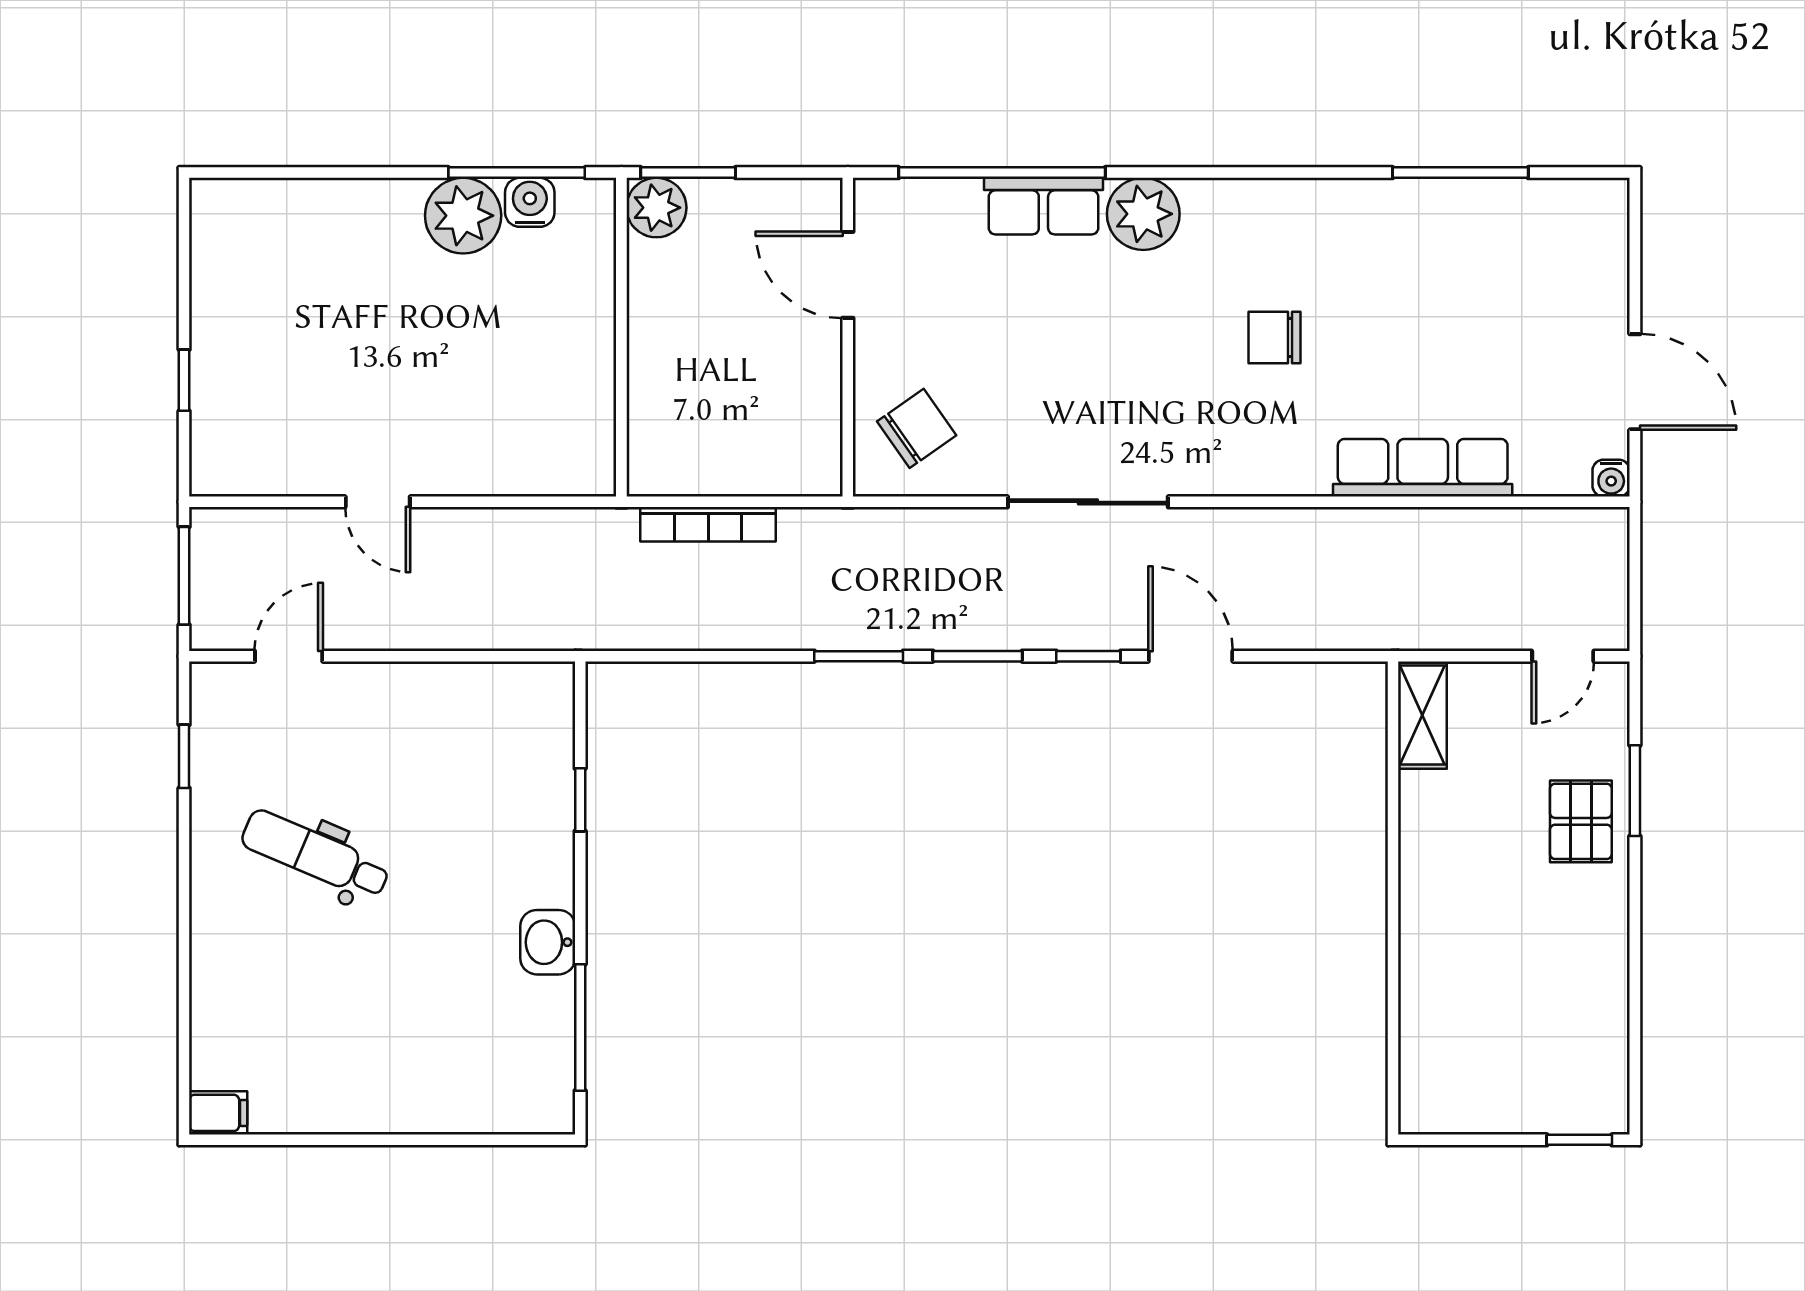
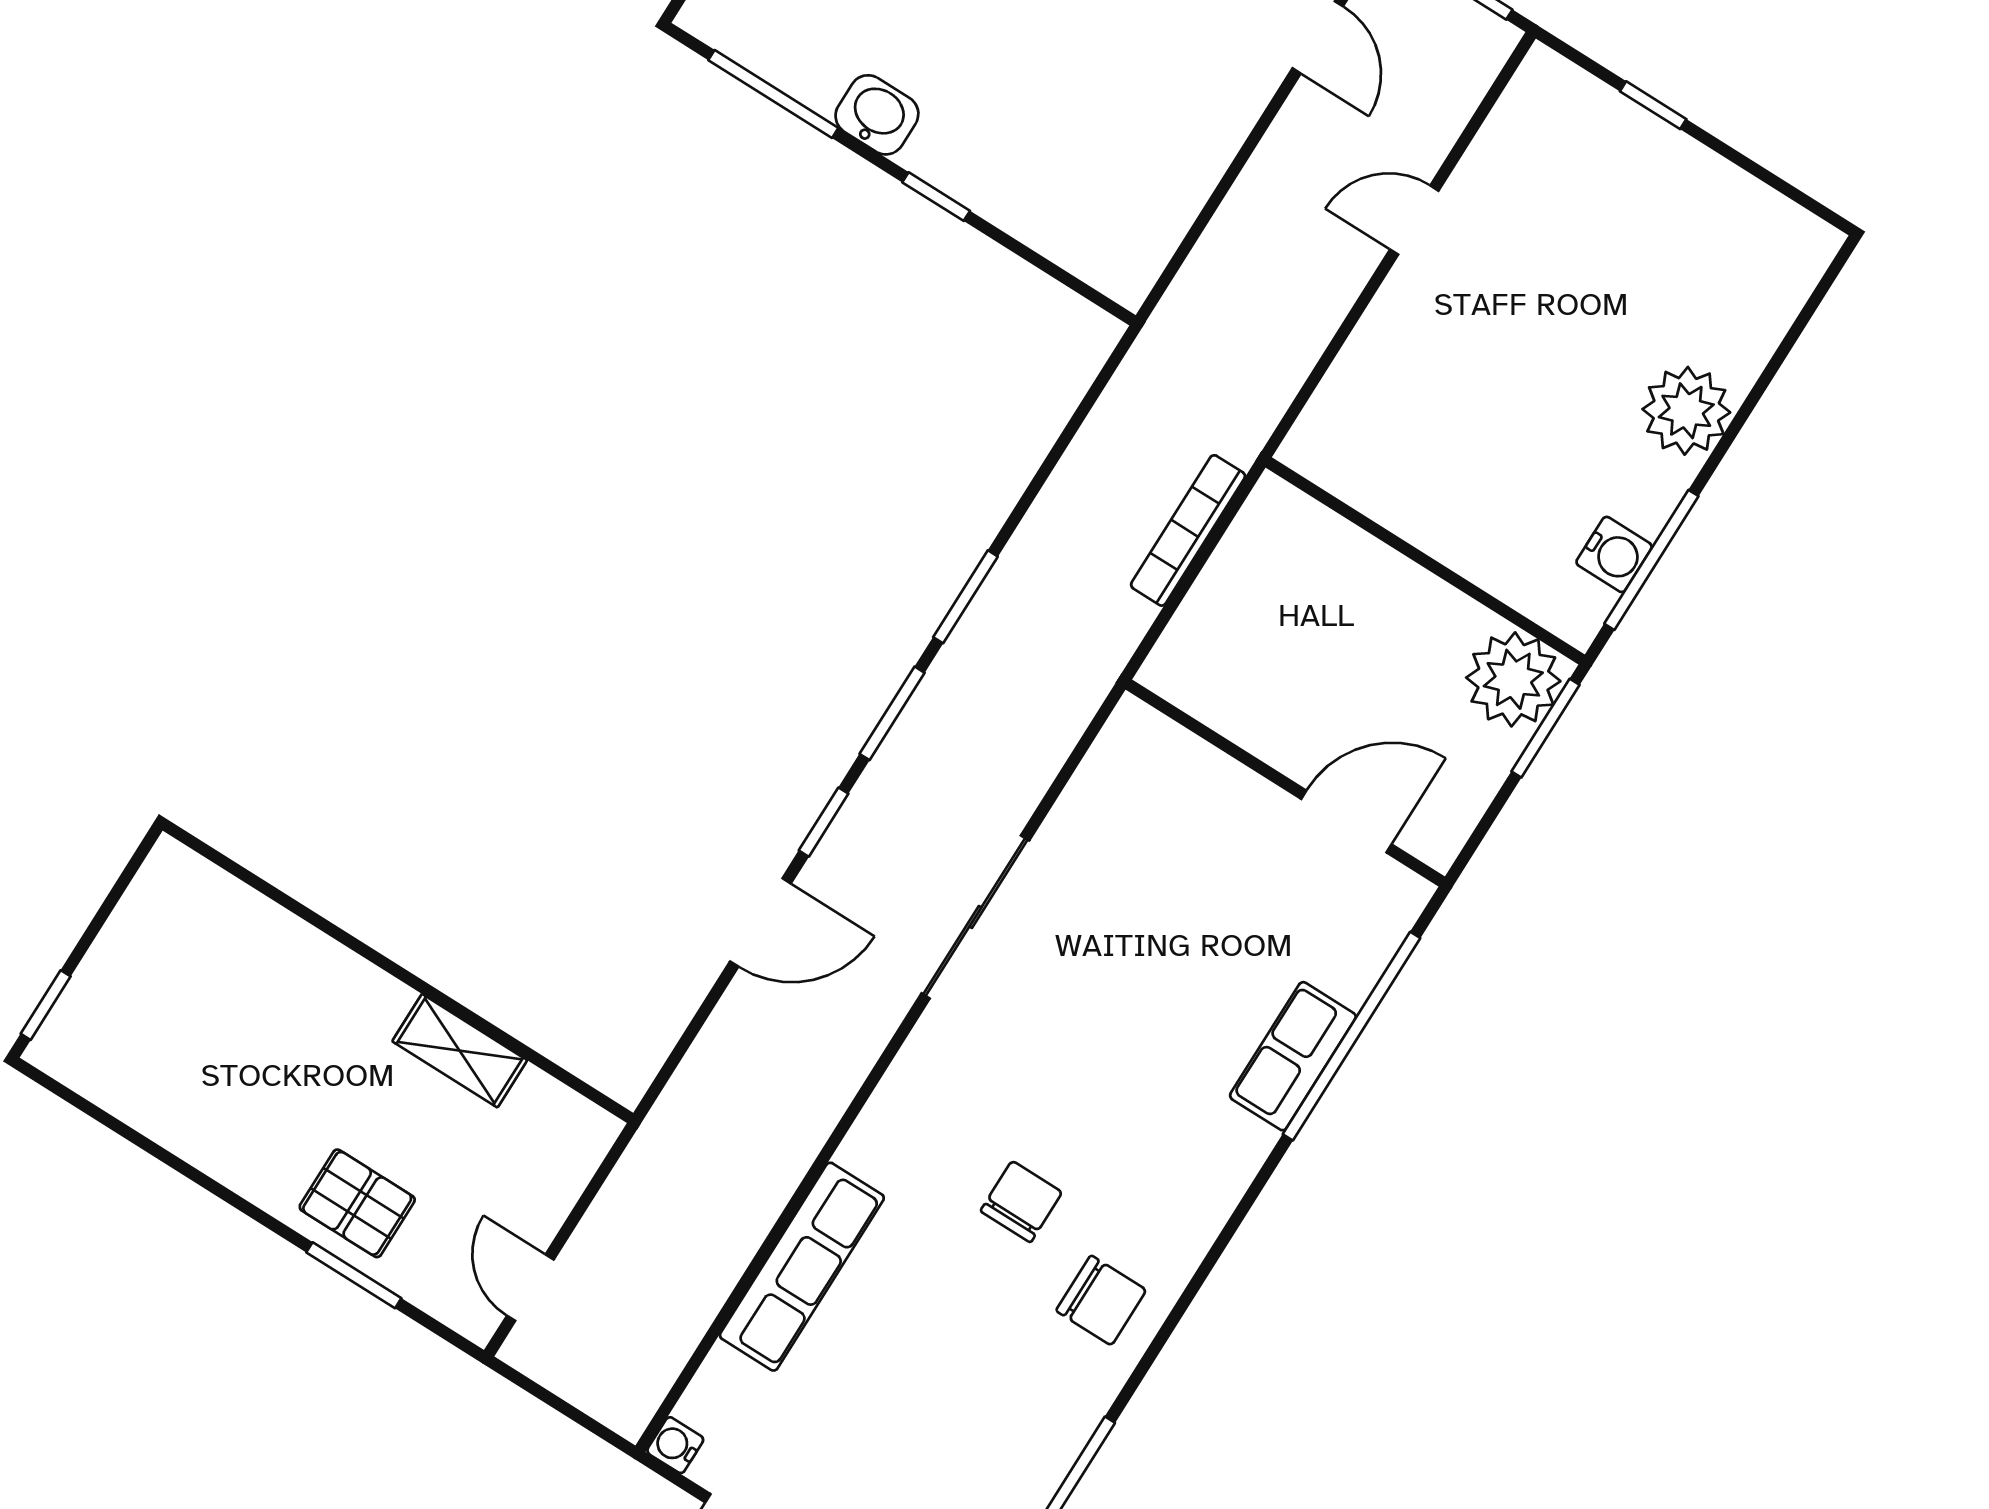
plant: (656, 208) -> (1513, 679), width x1.36, depth x1.36
plant: (1143, 214) -> (1224, 1149), removed
plant: (463, 216) -> (1686, 411), moved
chair: (917, 428) -> (1101, 1300), moved, turned -55
shelving: (1422, 715) -> (460, 1051), moved
window: (580, 800) -> (936, 197), moved

